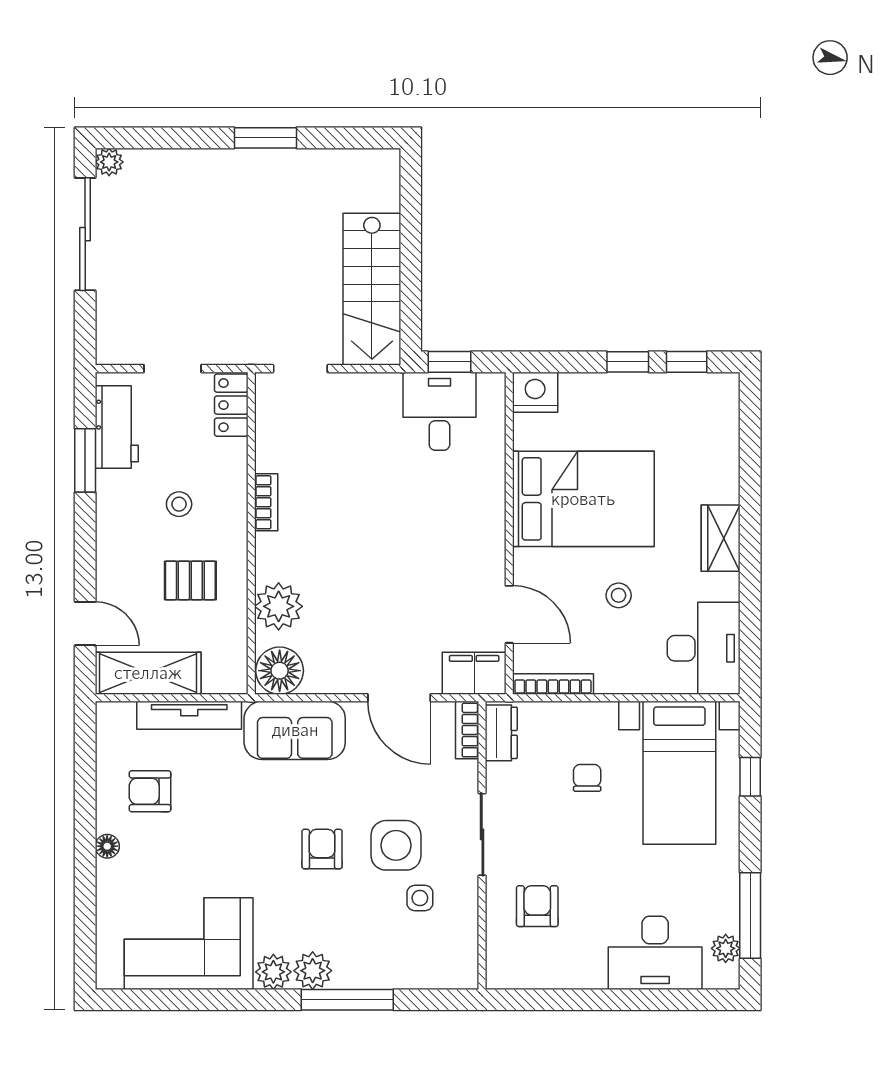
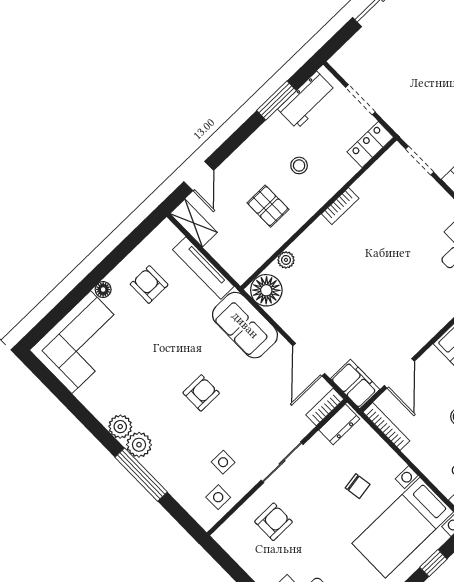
plant: (279, 606) -> (286, 260), width x0.53, depth x0.53
shelving: (148, 673) -> (194, 223), width x0.67, depth x0.75
chair: (587, 778) -> (358, 486), turned 81
side table: (396, 845) -> (218, 497), moved, width x0.54, depth x0.54
corner sofa: (189, 944) -> (81, 342), moved, turned 90

